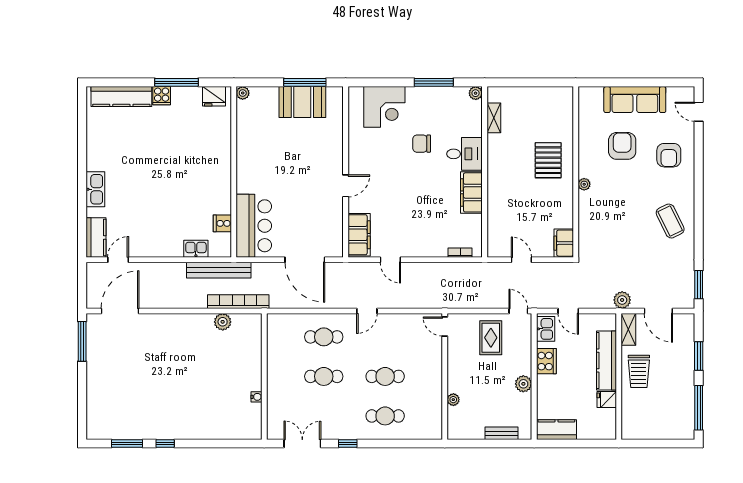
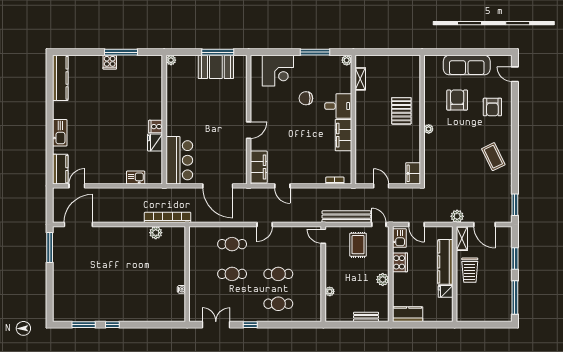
fridge: (214, 96) -> (155, 143), moved, turned 90
kitchen counter: (121, 97) -> (60, 78), moved, turned -90
cooker: (222, 223) -> (156, 127), moved
bench: (219, 270) -> (346, 217), moved

